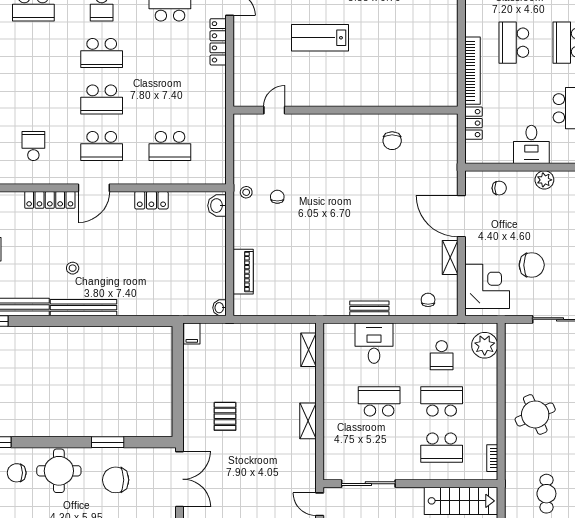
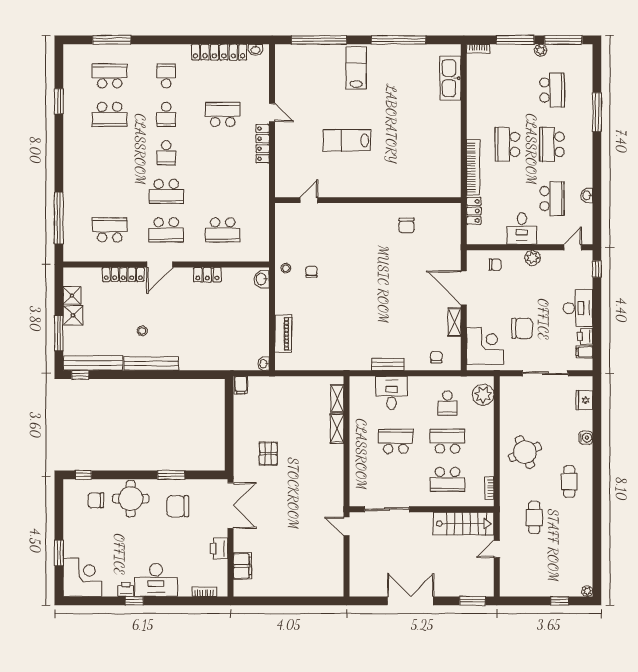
school desk: (102, 53) -> (166, 153), width x0.54
school desk: (33, 146) -> (110, 230), width x1.85
shelving: (308, 421) -> (337, 429), moved

